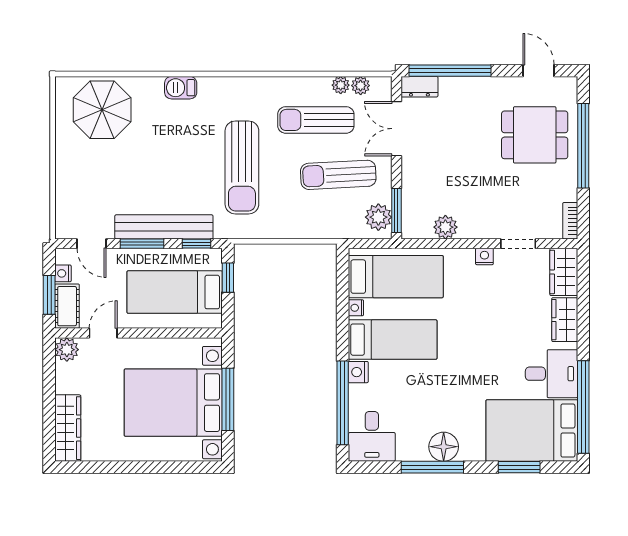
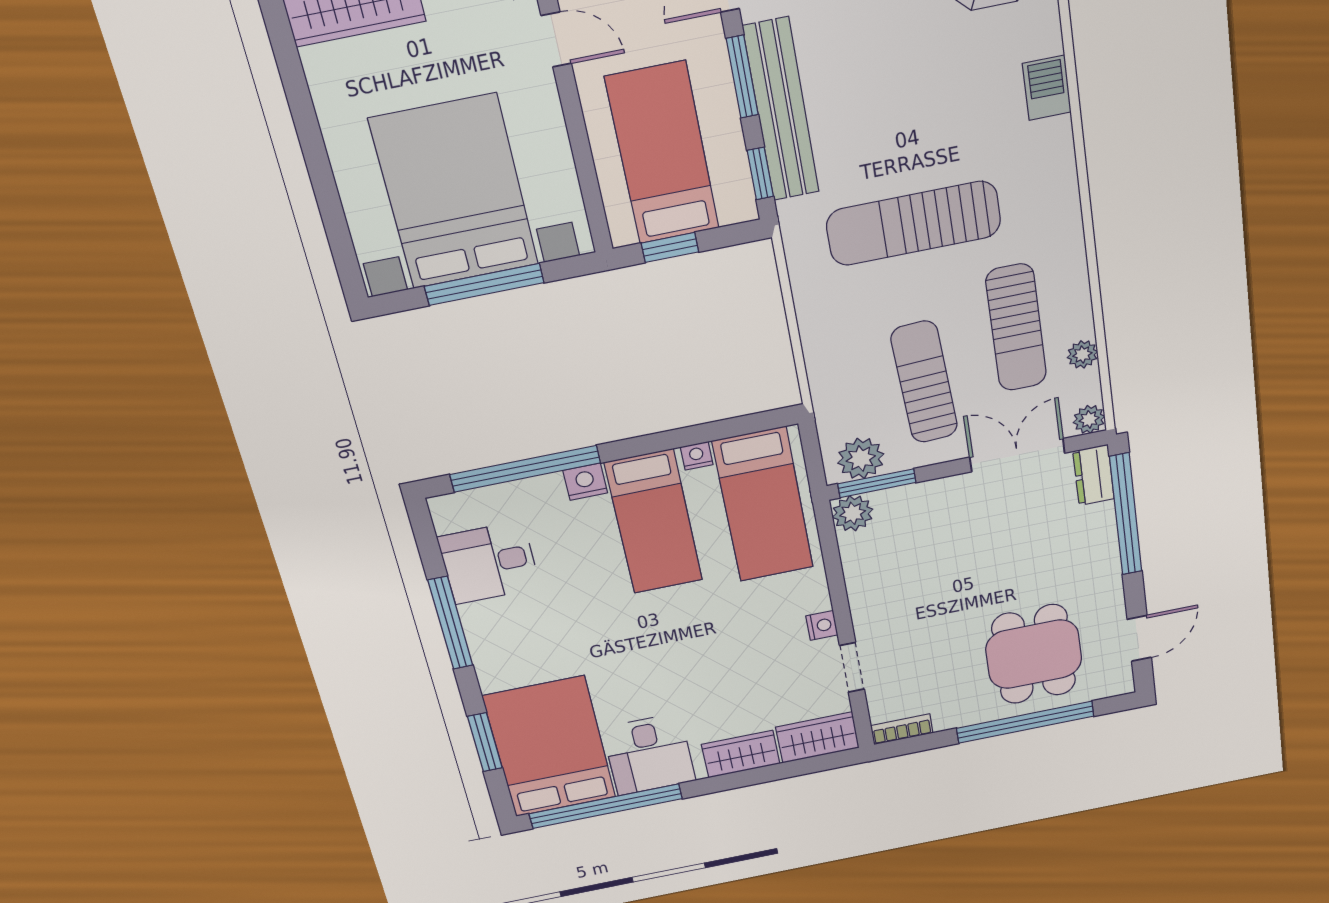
plant: (361, 86) -> (1089, 419), moved
sun lounger: (316, 120) -> (1016, 328), turned 180
plant: (445, 227) -> (853, 513), moved
window: (228, 278) -> (670, 247), moved
desk: (372, 436) -> (489, 563), moved
floor lamp: (444, 447) -> (490, 632), removed

